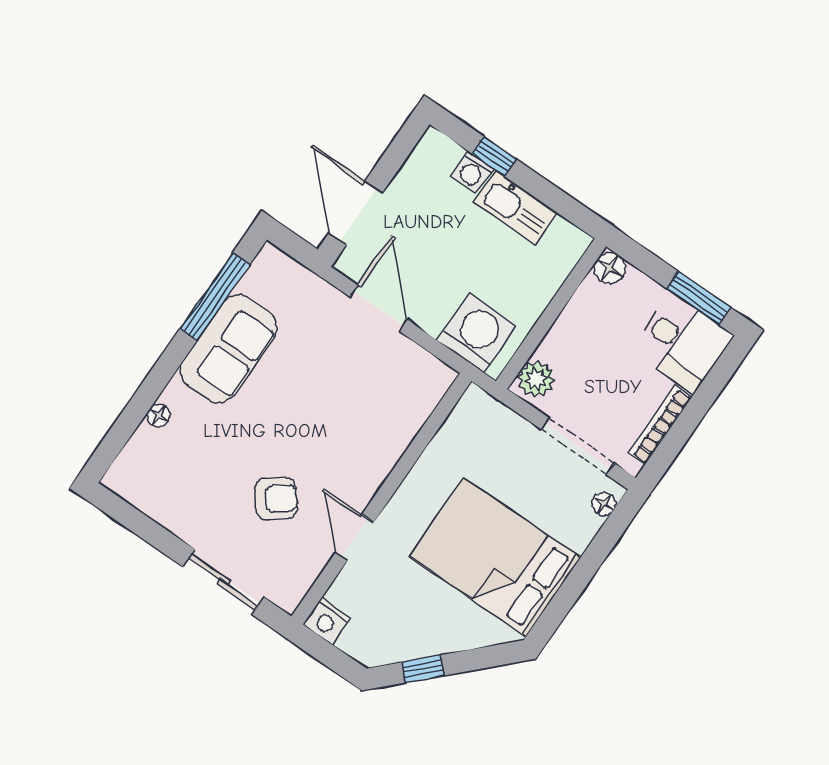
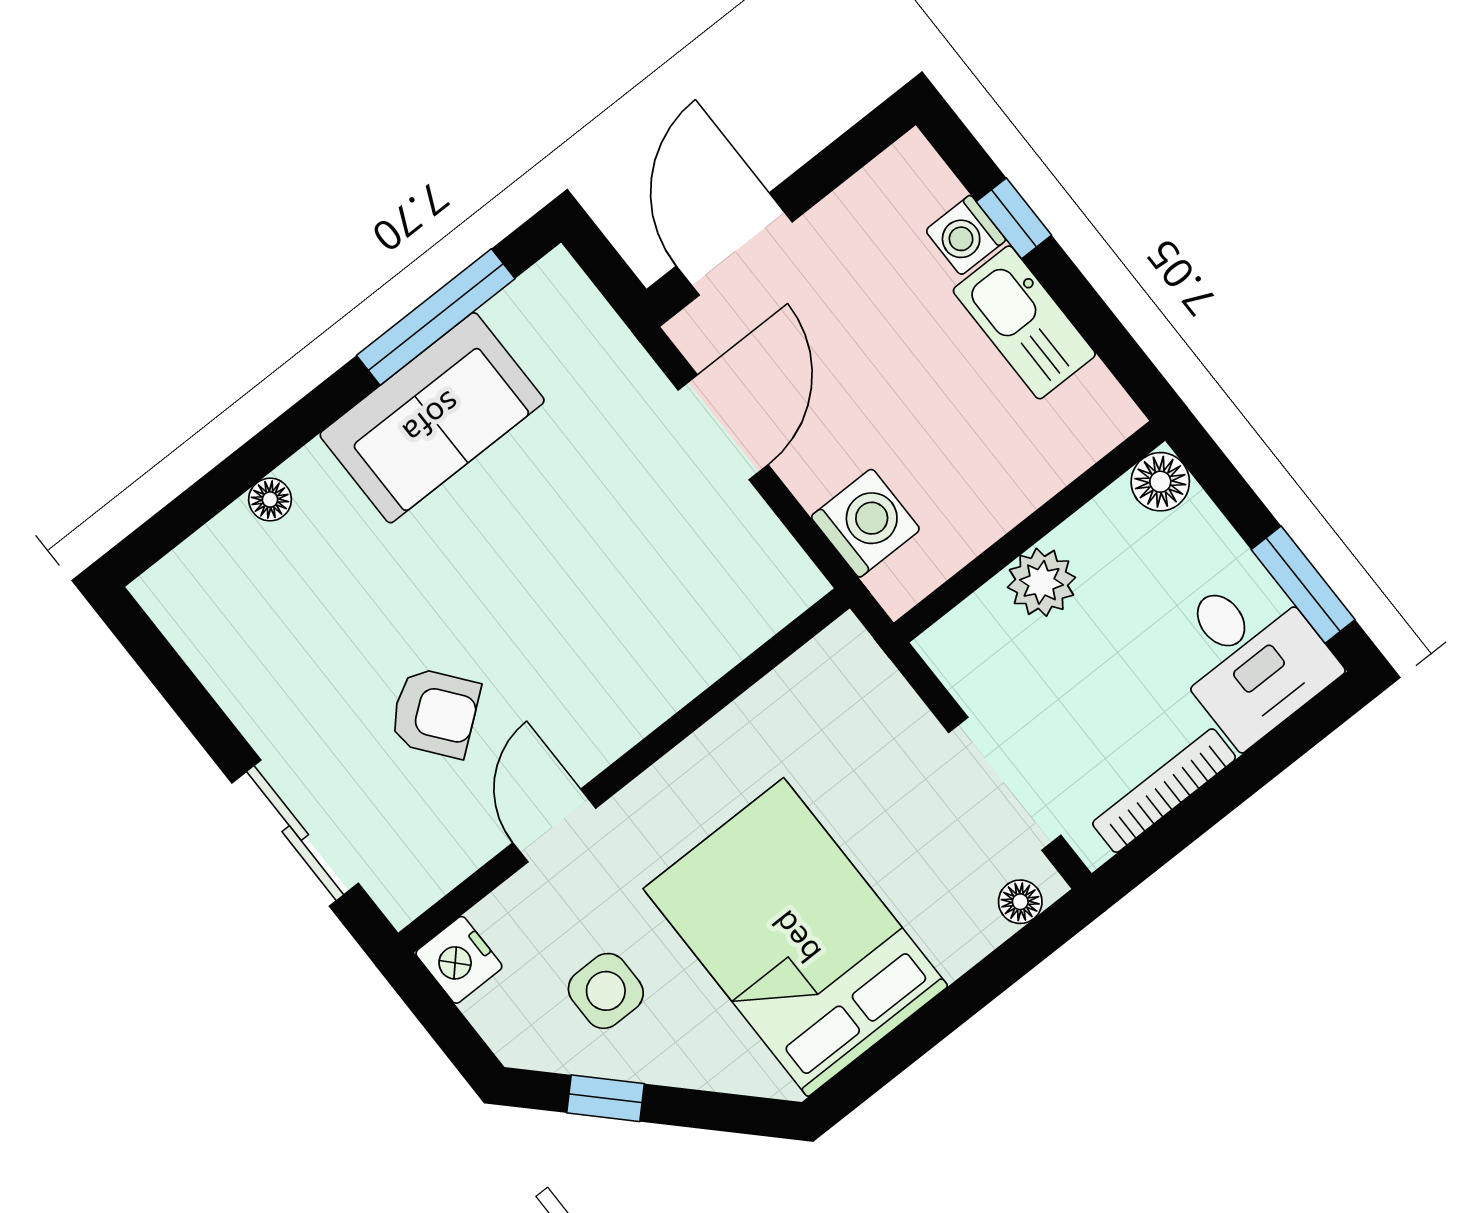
washing machine: (477, 333) -> (866, 523), width x0.73, depth x0.73
plant: (536, 379) -> (1041, 582), moved
side table: (406, 614) -> (606, 991), added

